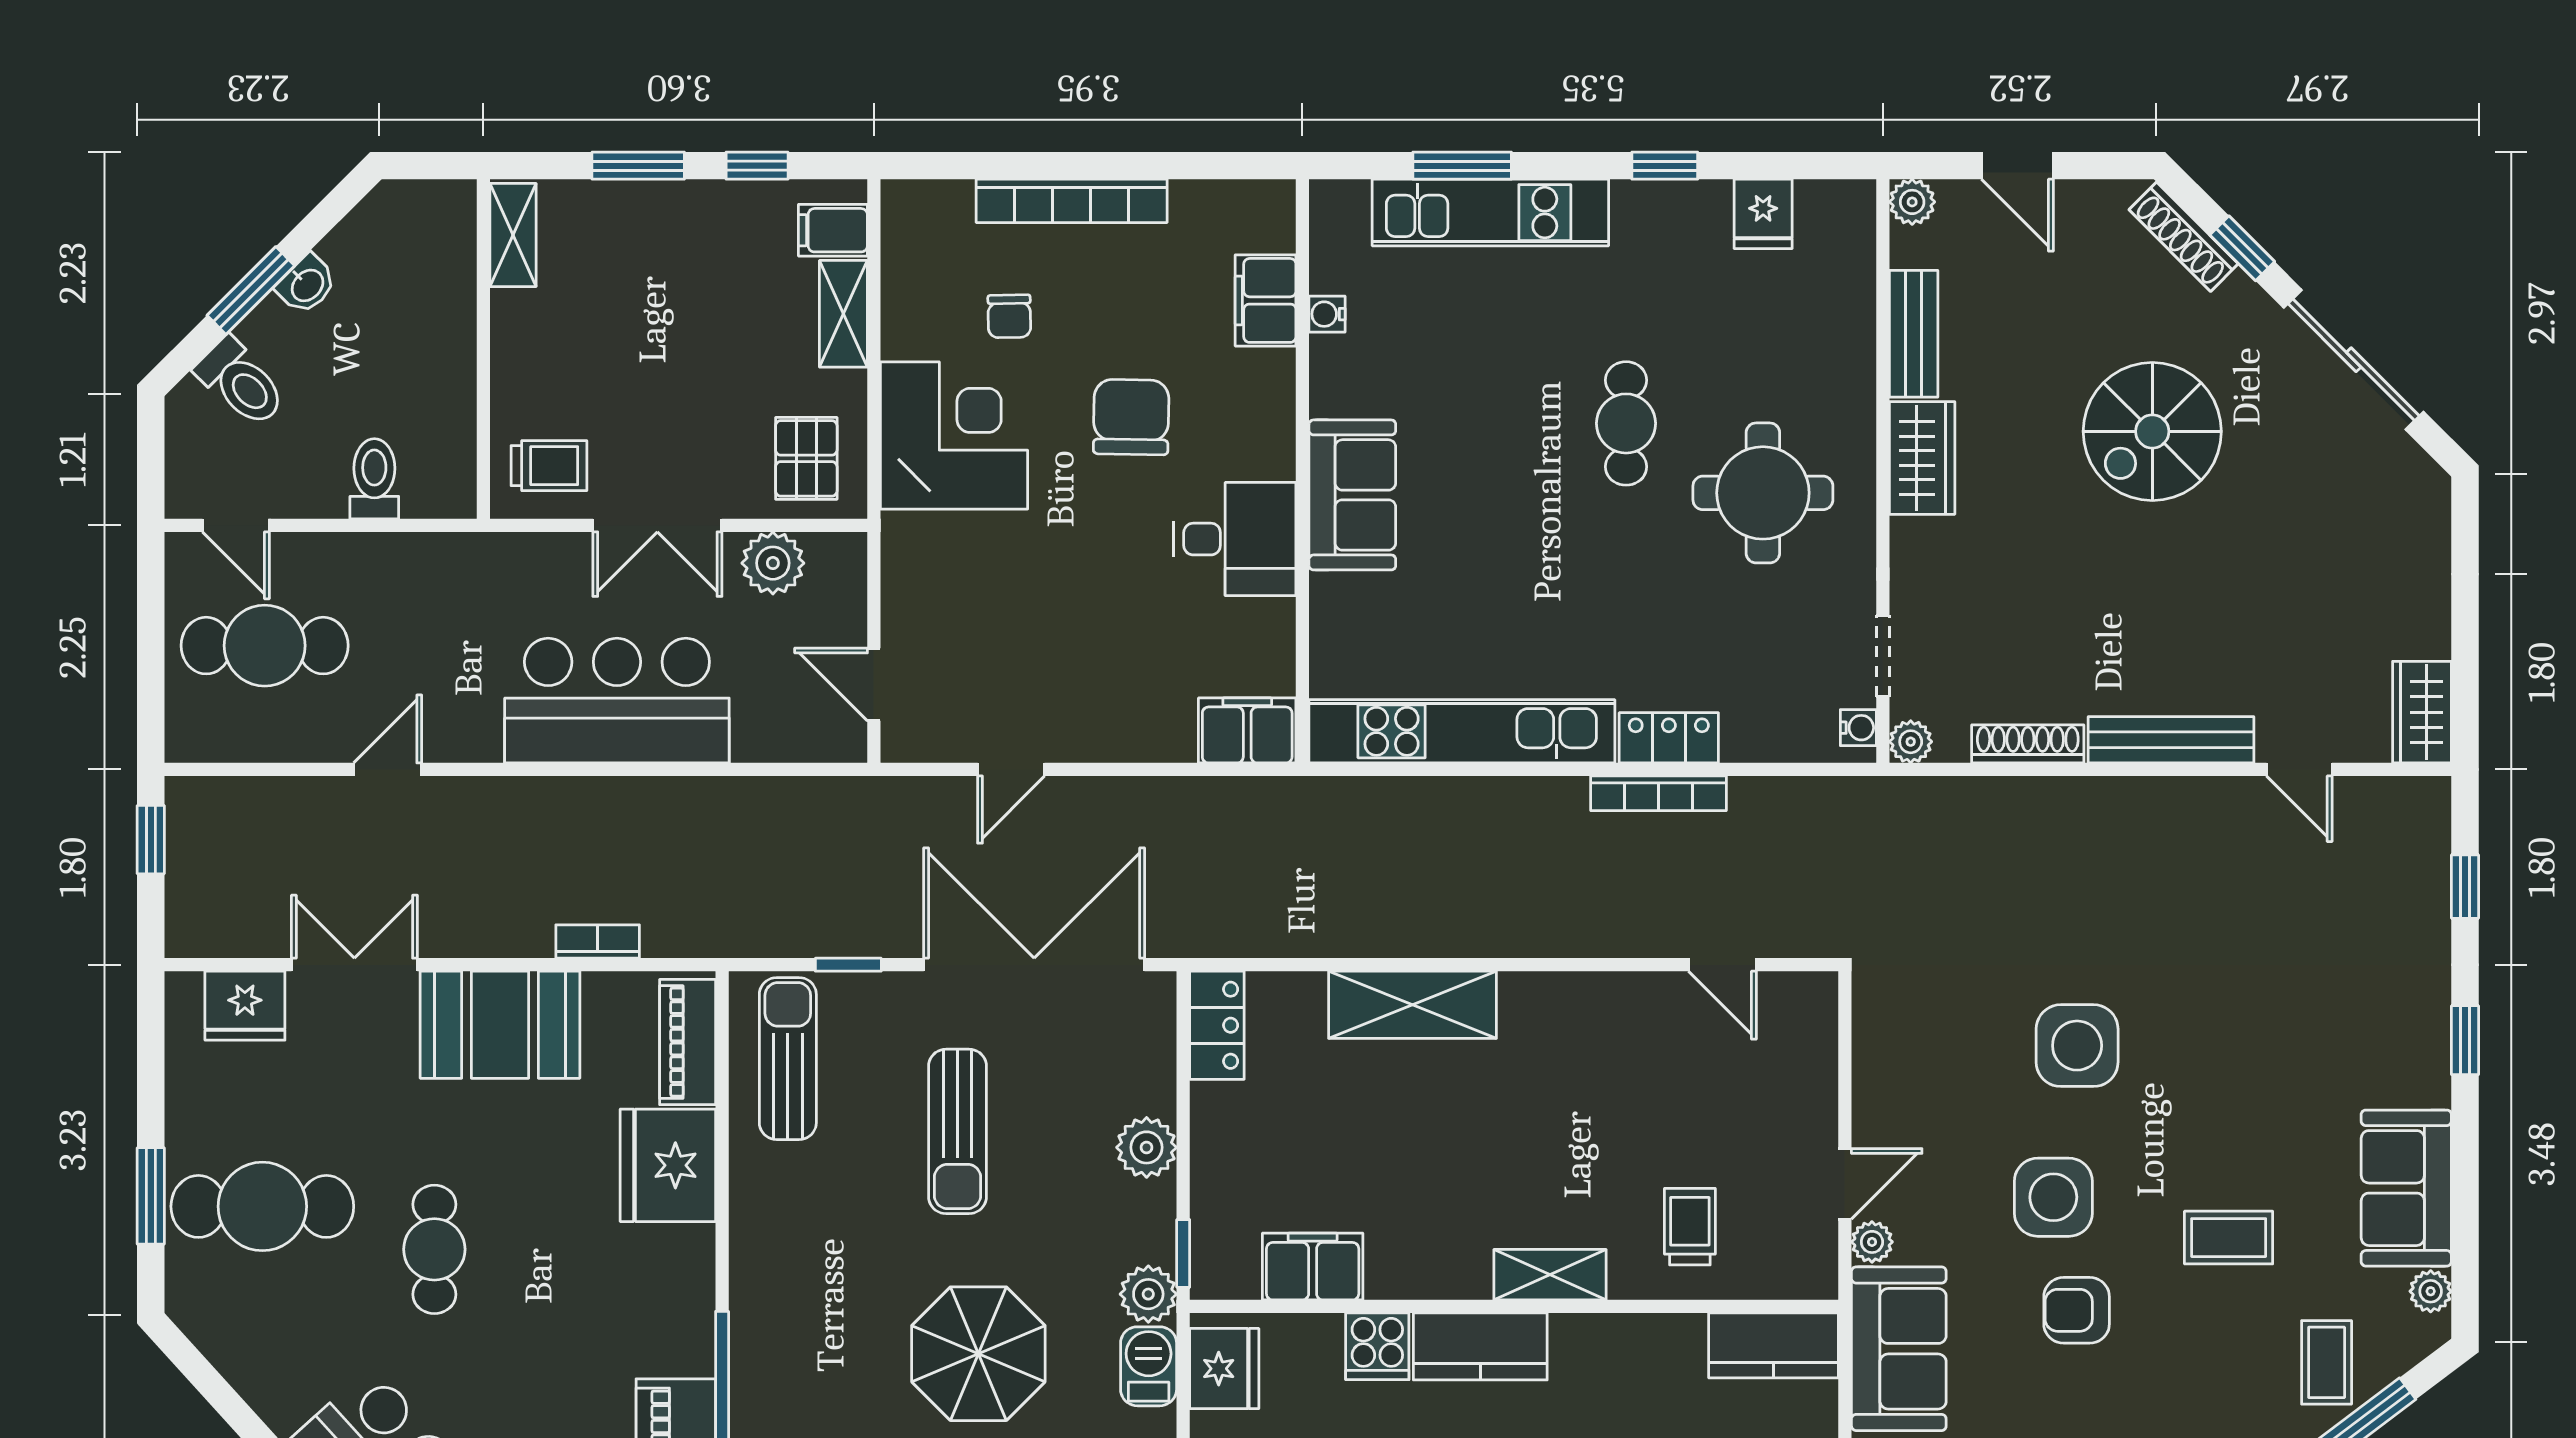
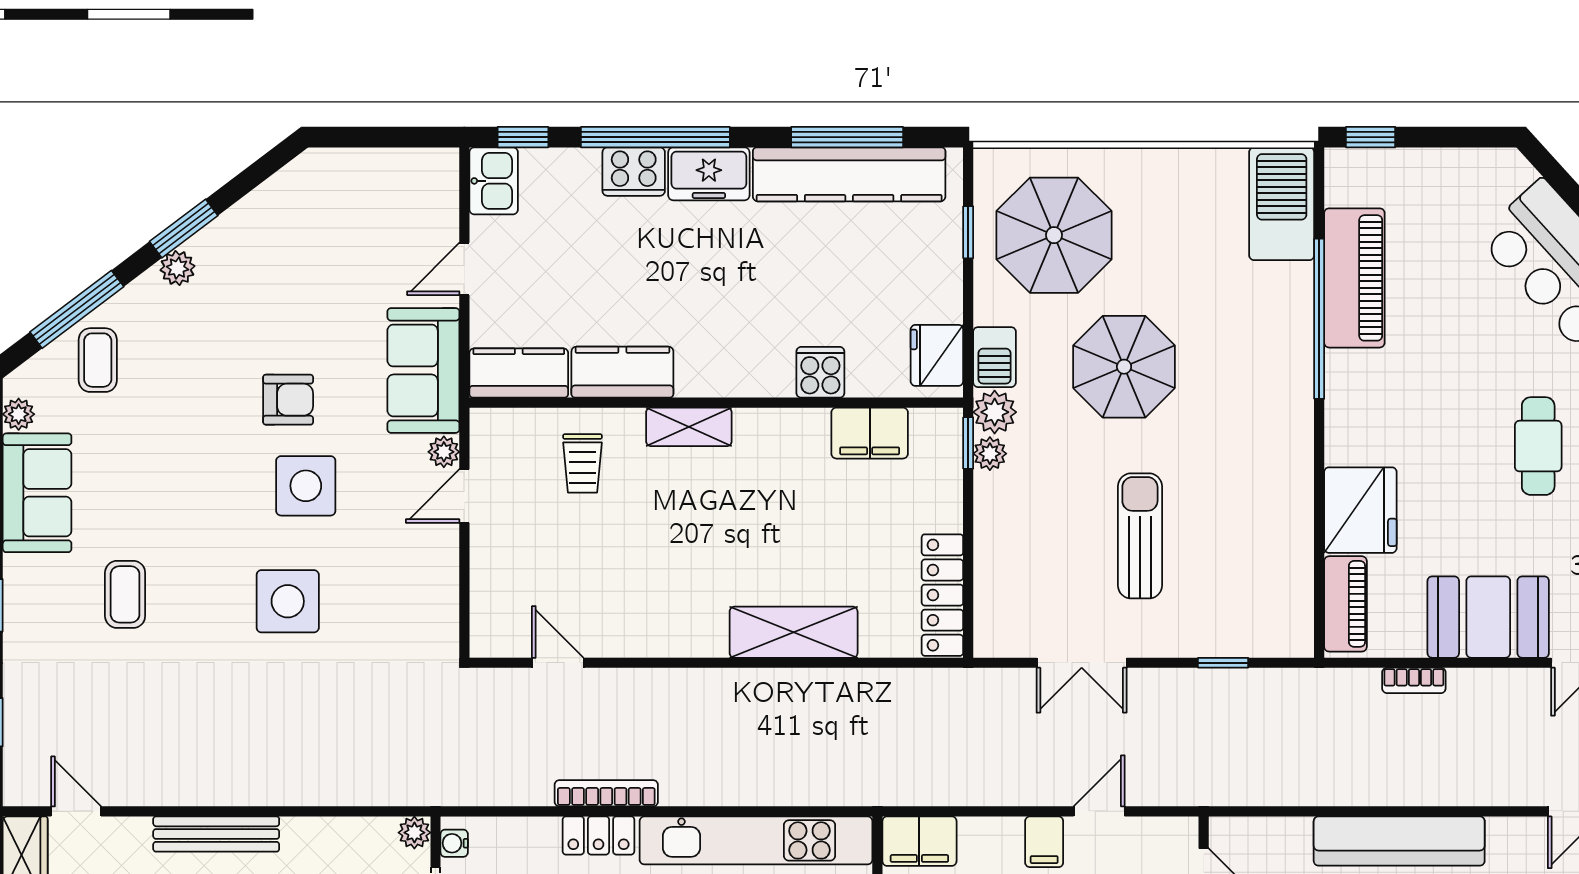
filing cabinet: (1083, 730) -> (1044, 842), added
shoe rack: (2028, 744) -> (325, 831), removed
door: (2299, 769) -> (76, 811), moved
double door: (1034, 965) -> (1082, 663), width x0.54
locker: (1217, 1025) -> (942, 595), width x1.53
sun lounger: (788, 1059) -> (1269, 591), removed
plant: (1147, 1147) -> (990, 454), moved, width x0.73, depth x0.73
coffee table: (2229, 1238) -> (125, 594), moved, turned 90
kitchen counter: (1480, 1346) -> (622, 372), moved

